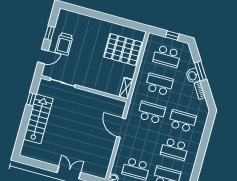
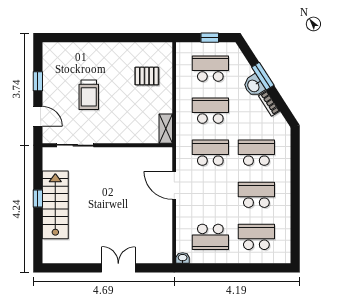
trolley: (64, 44) -> (89, 95), moved
pallet: (123, 50) -> (147, 76), width x0.49, depth x0.50
door: (43, 56) -> (38, 116), hinge flipped
school desk: (167, 56) -> (210, 69), turned 180
window: (31, 99) -> (38, 199), moved
school desk: (174, 149) -> (256, 195), turned 180

